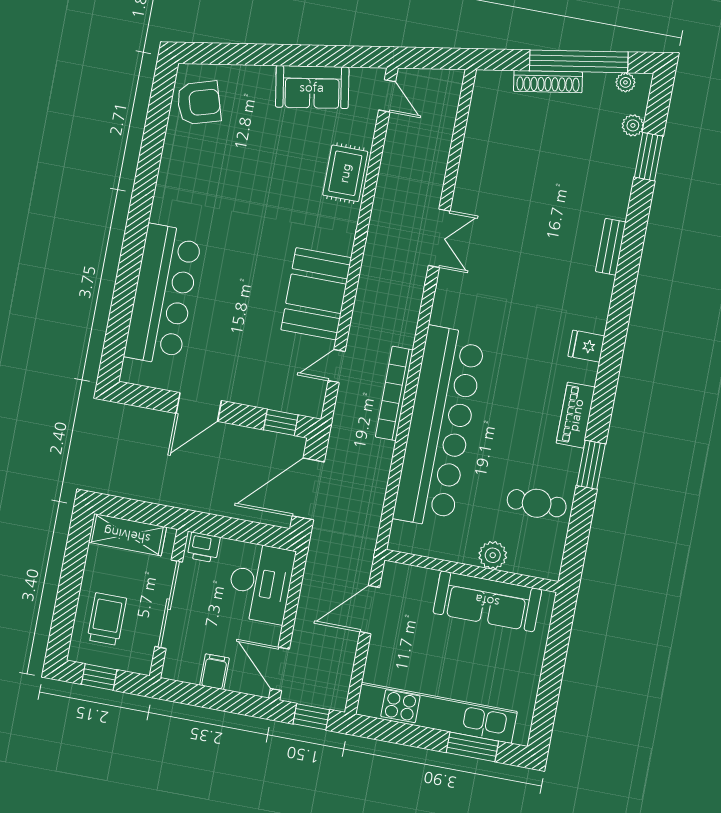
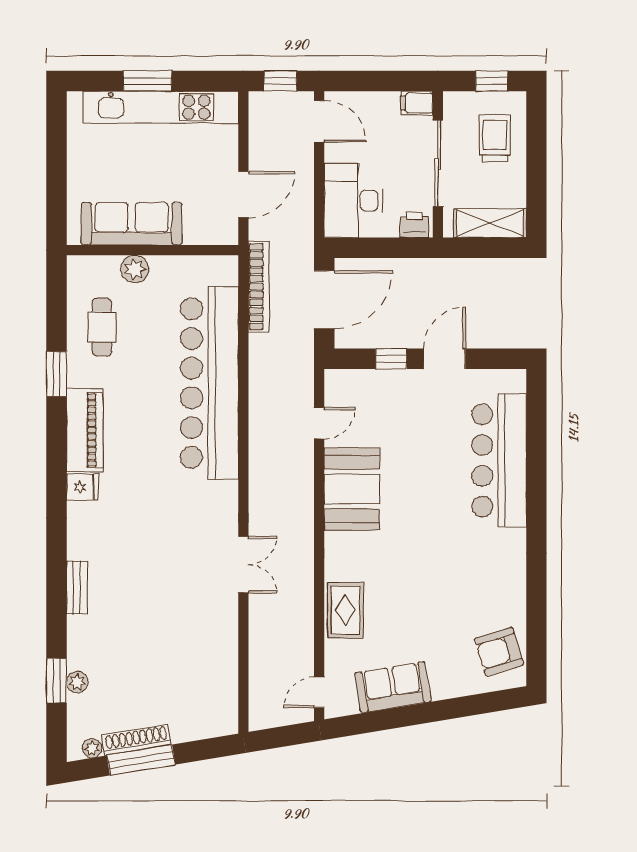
window: (579, 61) -> (141, 760), width x0.68
shoe rack: (548, 82) -> (136, 740), moved
door: (387, 96) -> (319, 692), hinge flipped
plant: (633, 125) -> (77, 682), moved
double door: (439, 238) -> (243, 565), swing flipped
bookcase: (394, 393) -> (259, 287), moved
piano: (576, 415) -> (85, 430), width x1.37, depth x1.33
window: (281, 422) -> (391, 359), moved
cafe table: (537, 503) -> (102, 327), turned 90
trolley: (107, 619) -> (495, 138), turned 180
filing cabinet: (215, 672) -> (417, 103), moved, turned 90
window: (472, 747) -> (147, 81), moved

